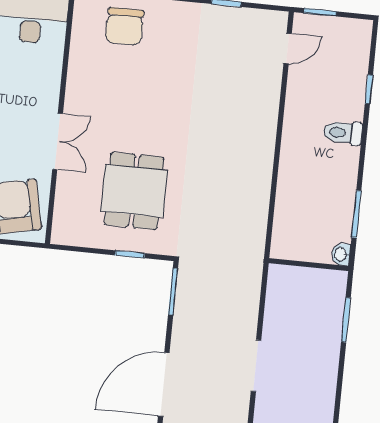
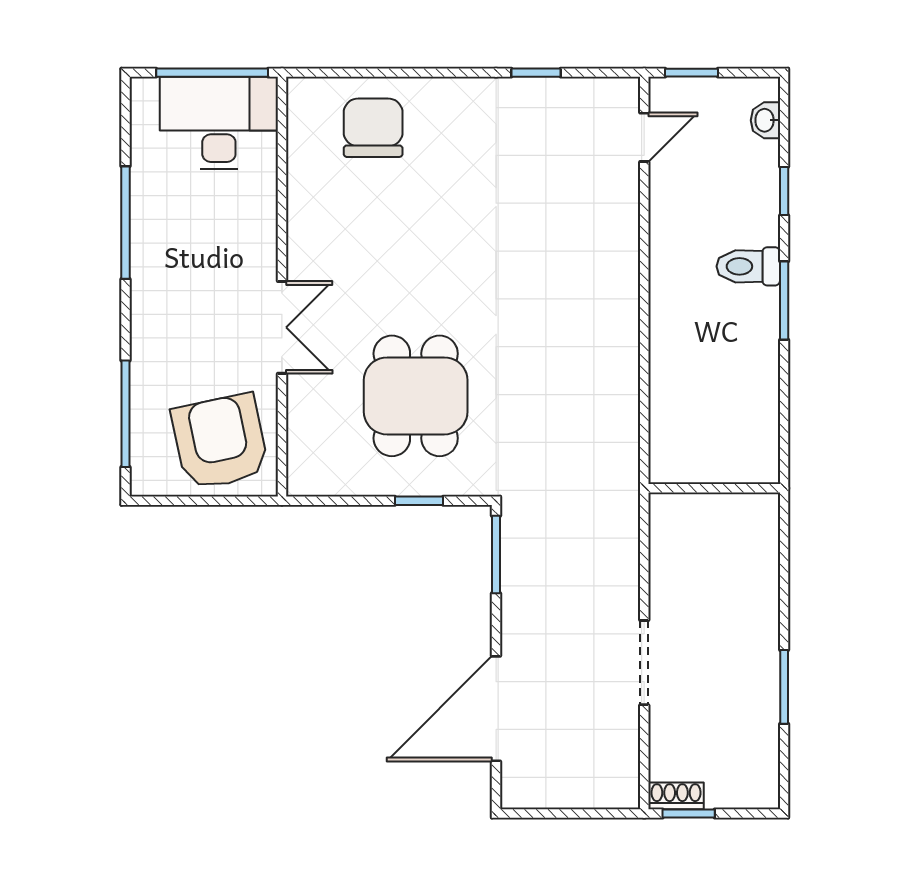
chair: (125, 26) -> (373, 128), turned 180
window: (356, 214) -> (784, 300), moved
washbasin: (341, 254) -> (765, 120), moved
window: (346, 320) -> (784, 687), moved

